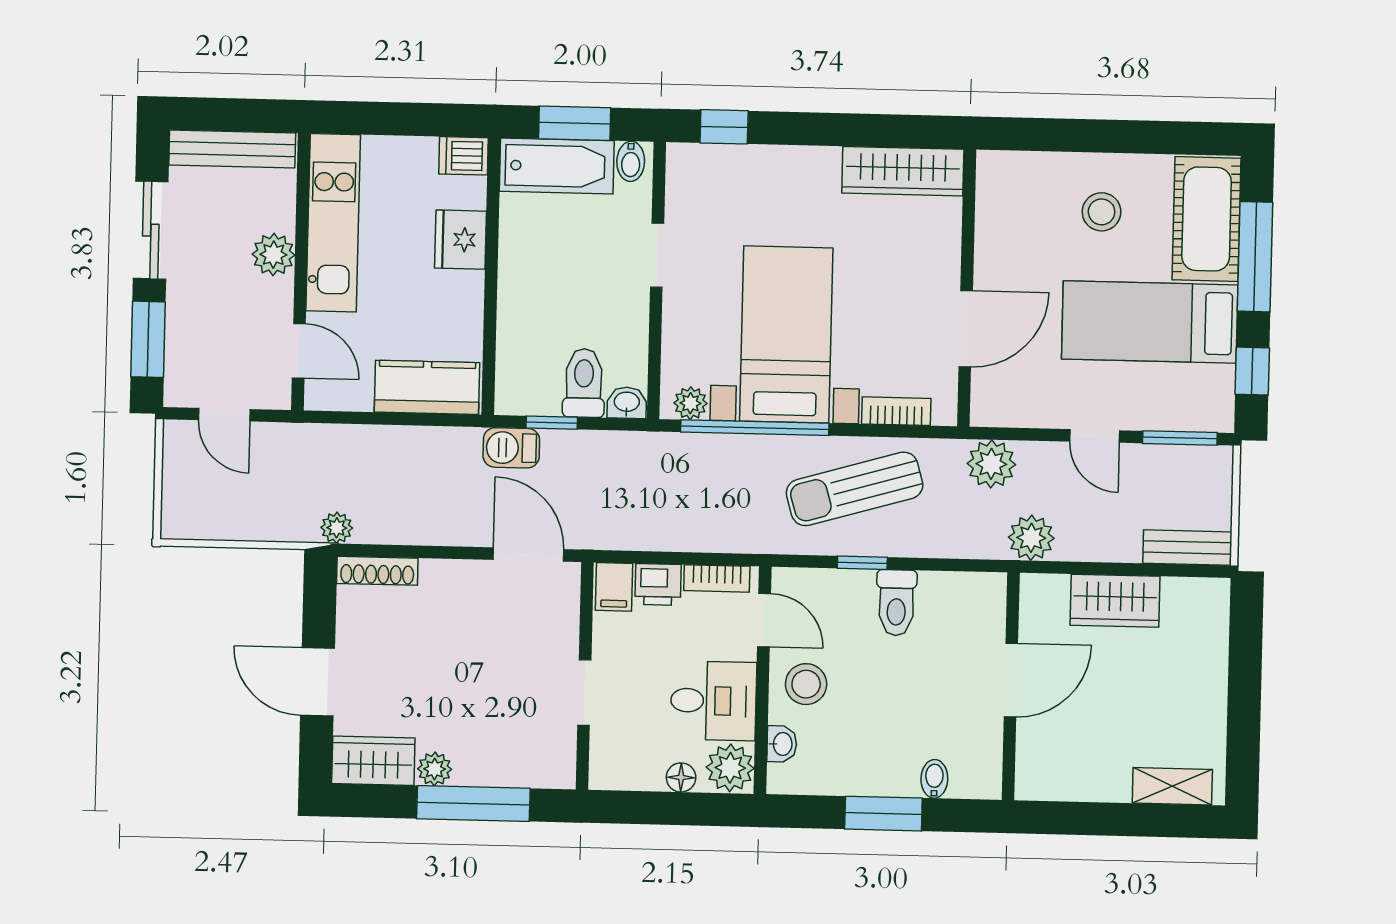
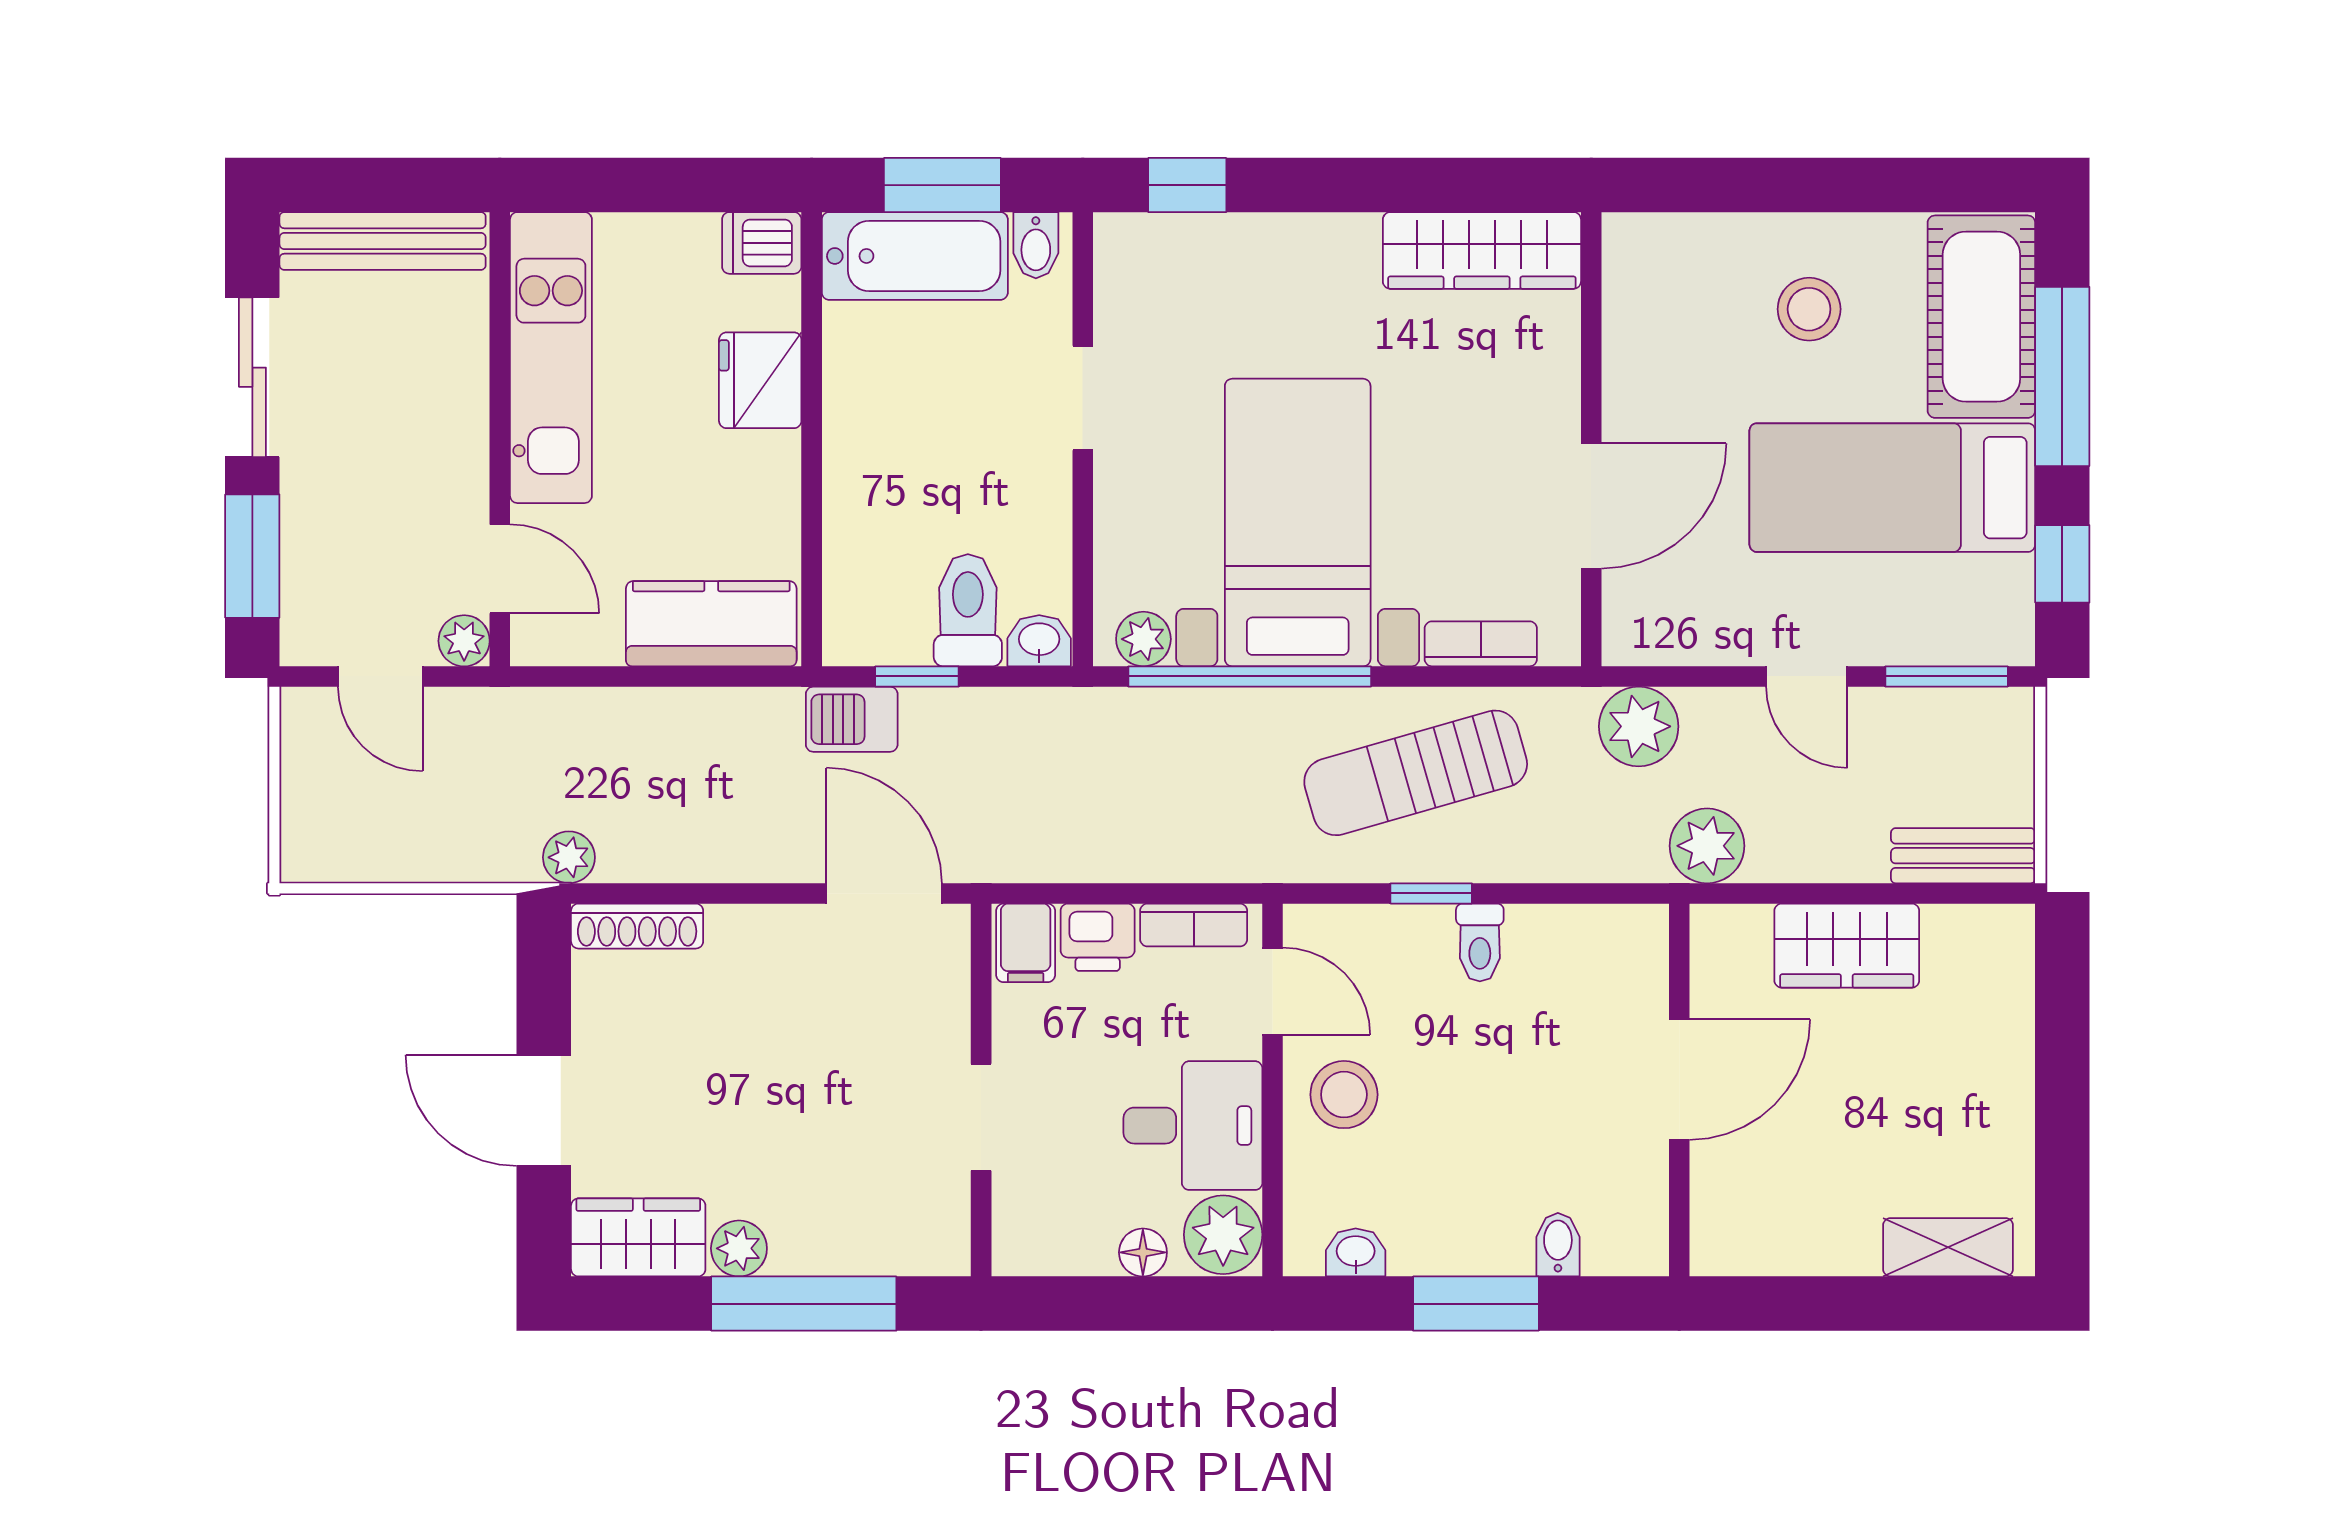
plant: (273, 255) -> (464, 641), moved, width x0.73, depth x0.73
toilet: (896, 603) -> (1480, 942), width x0.73, depth x0.72
washbasin: (782, 744) -> (1356, 1252), moved, turned -90

